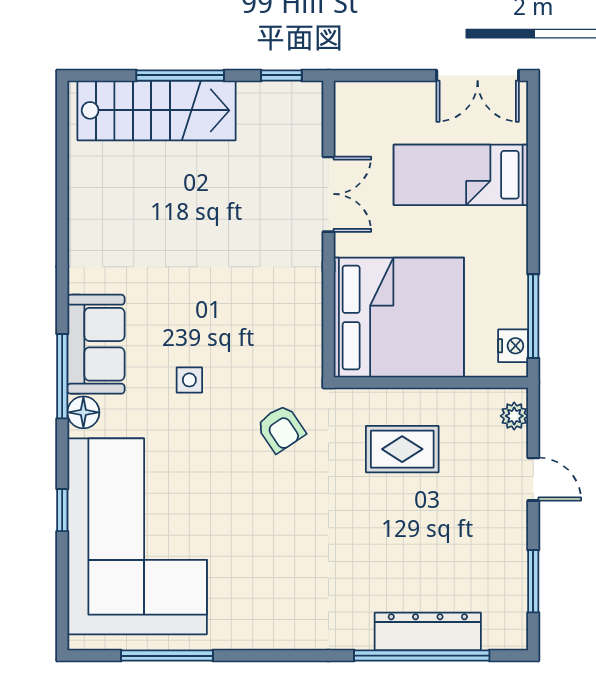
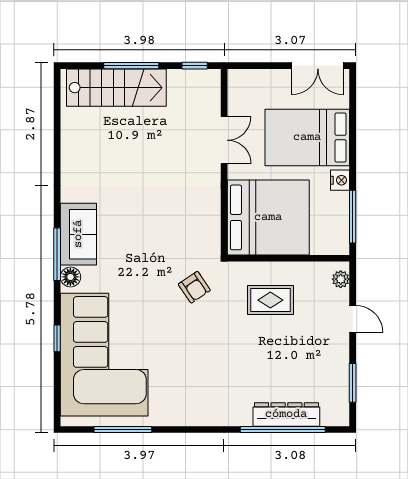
bed: (461, 175) -> (307, 137), width x1.50
nightstand: (513, 346) -> (340, 180), moved
side table: (189, 380) -> (137, 257), removed

